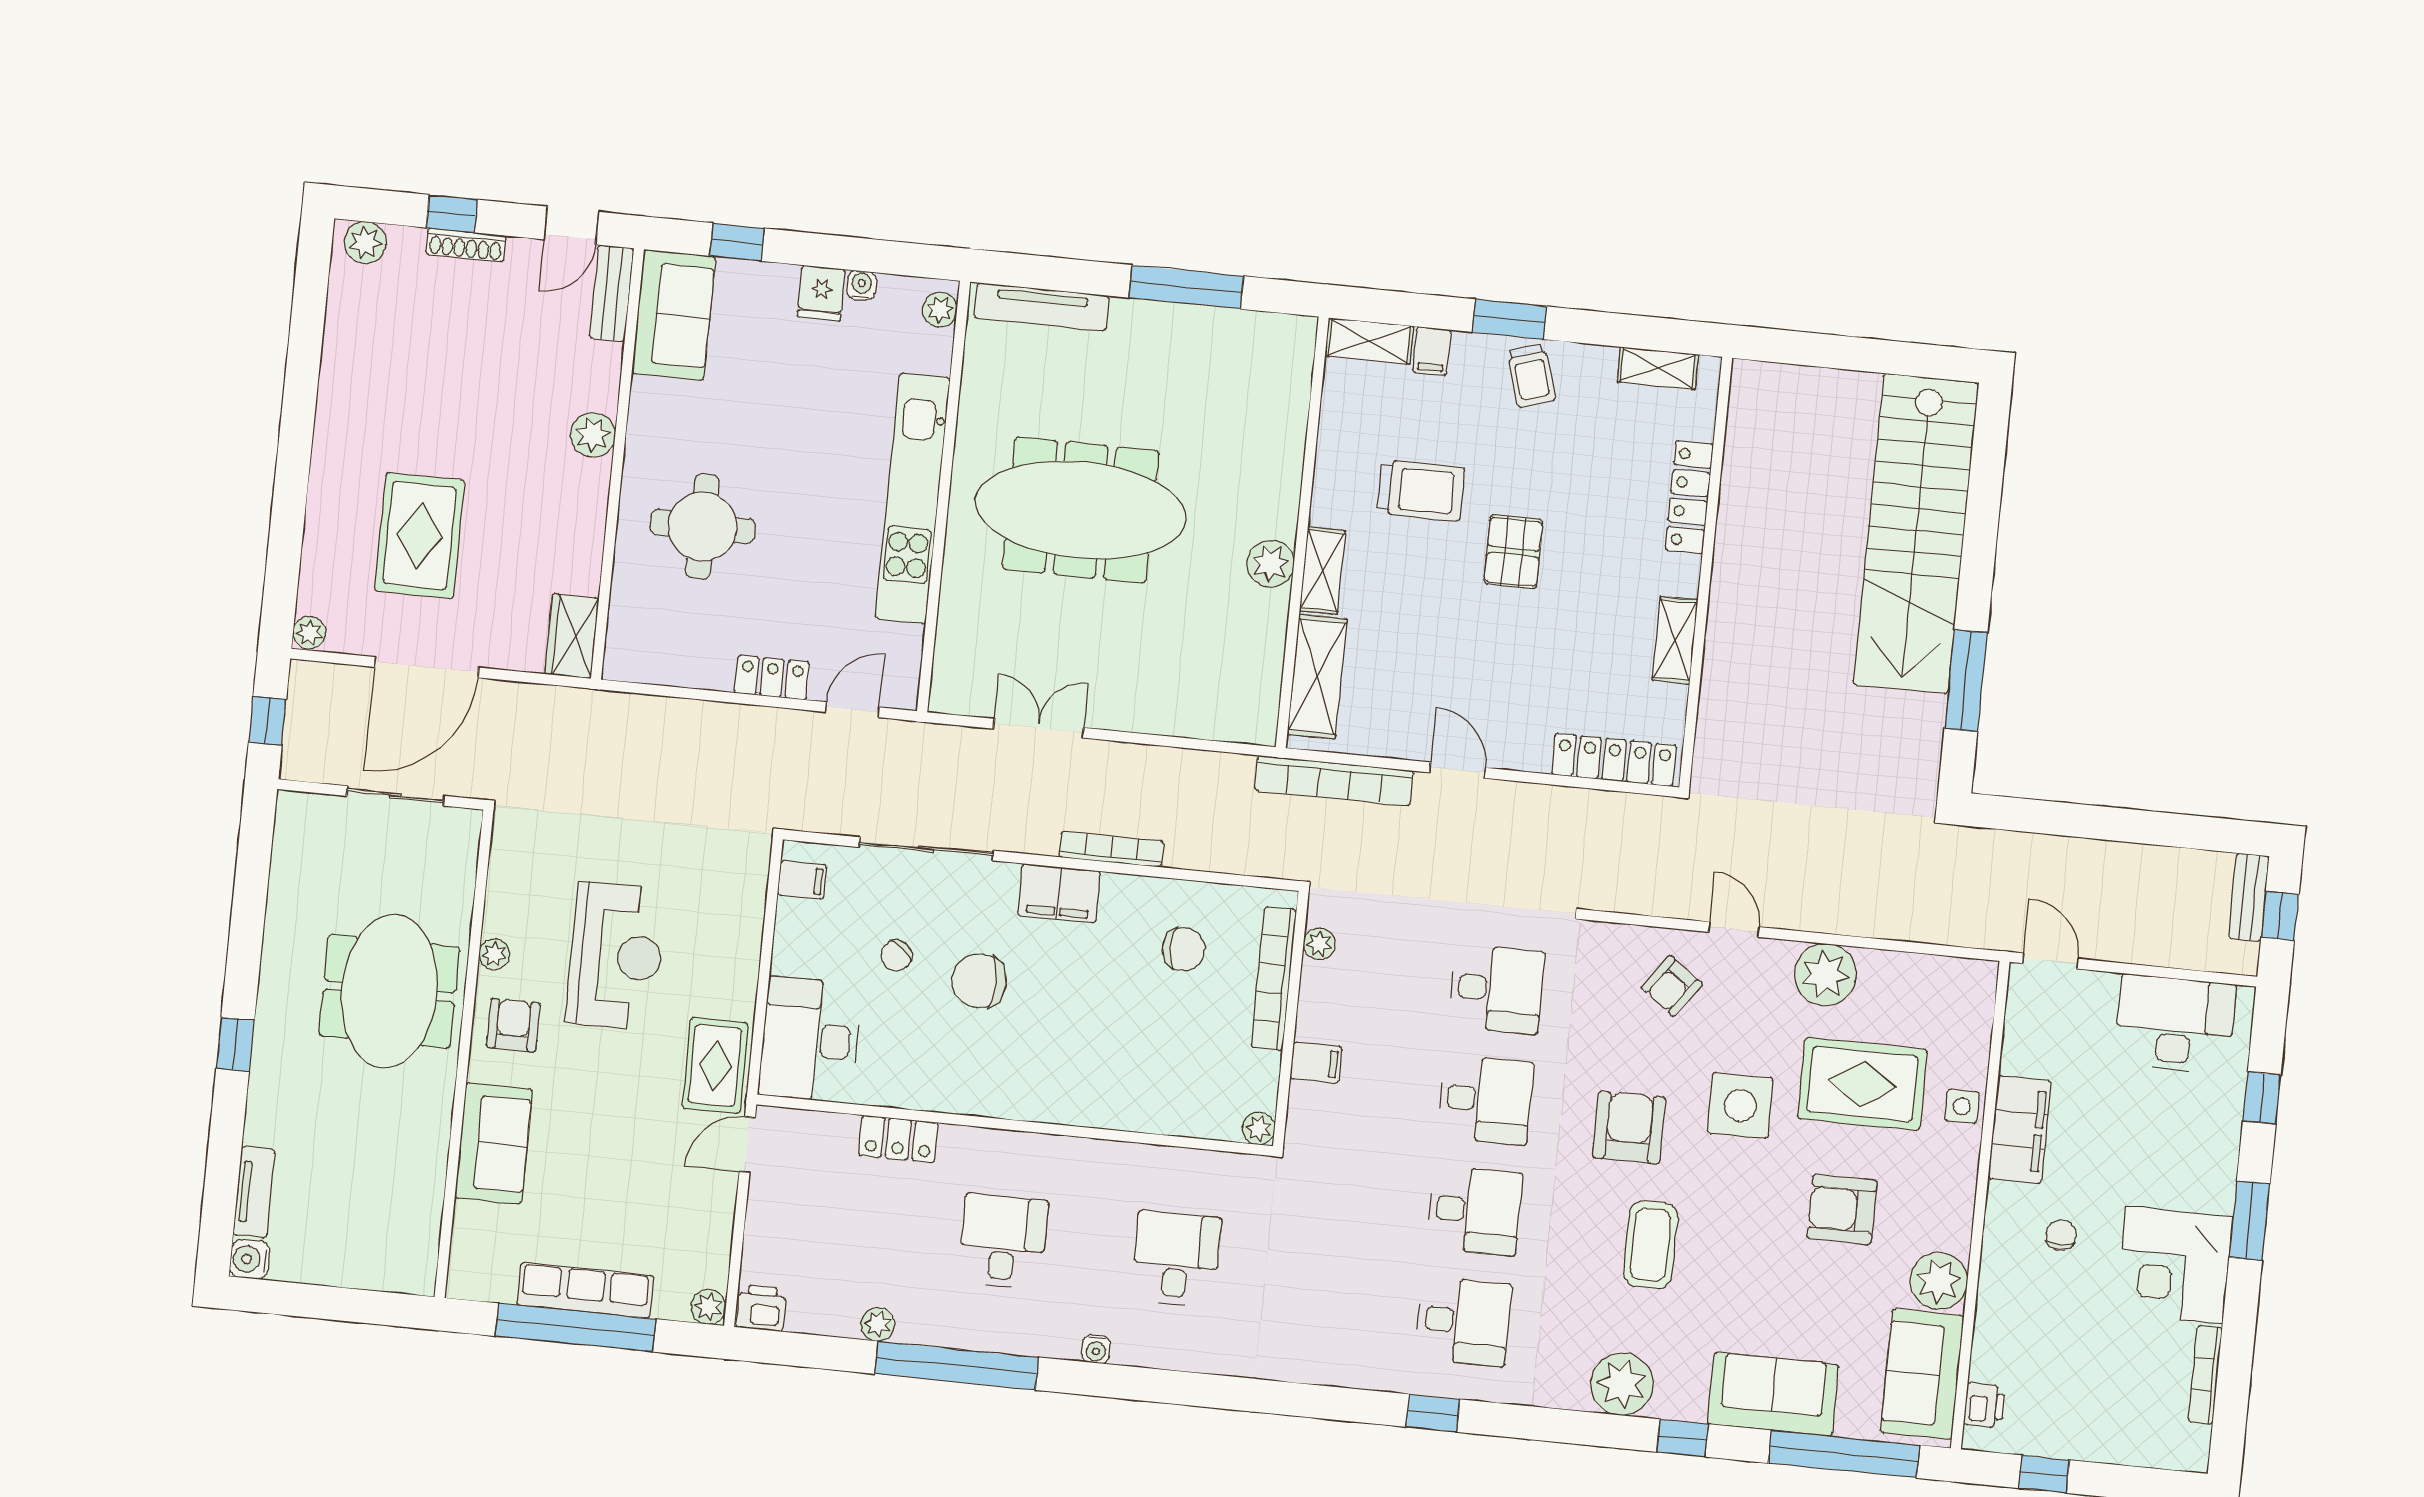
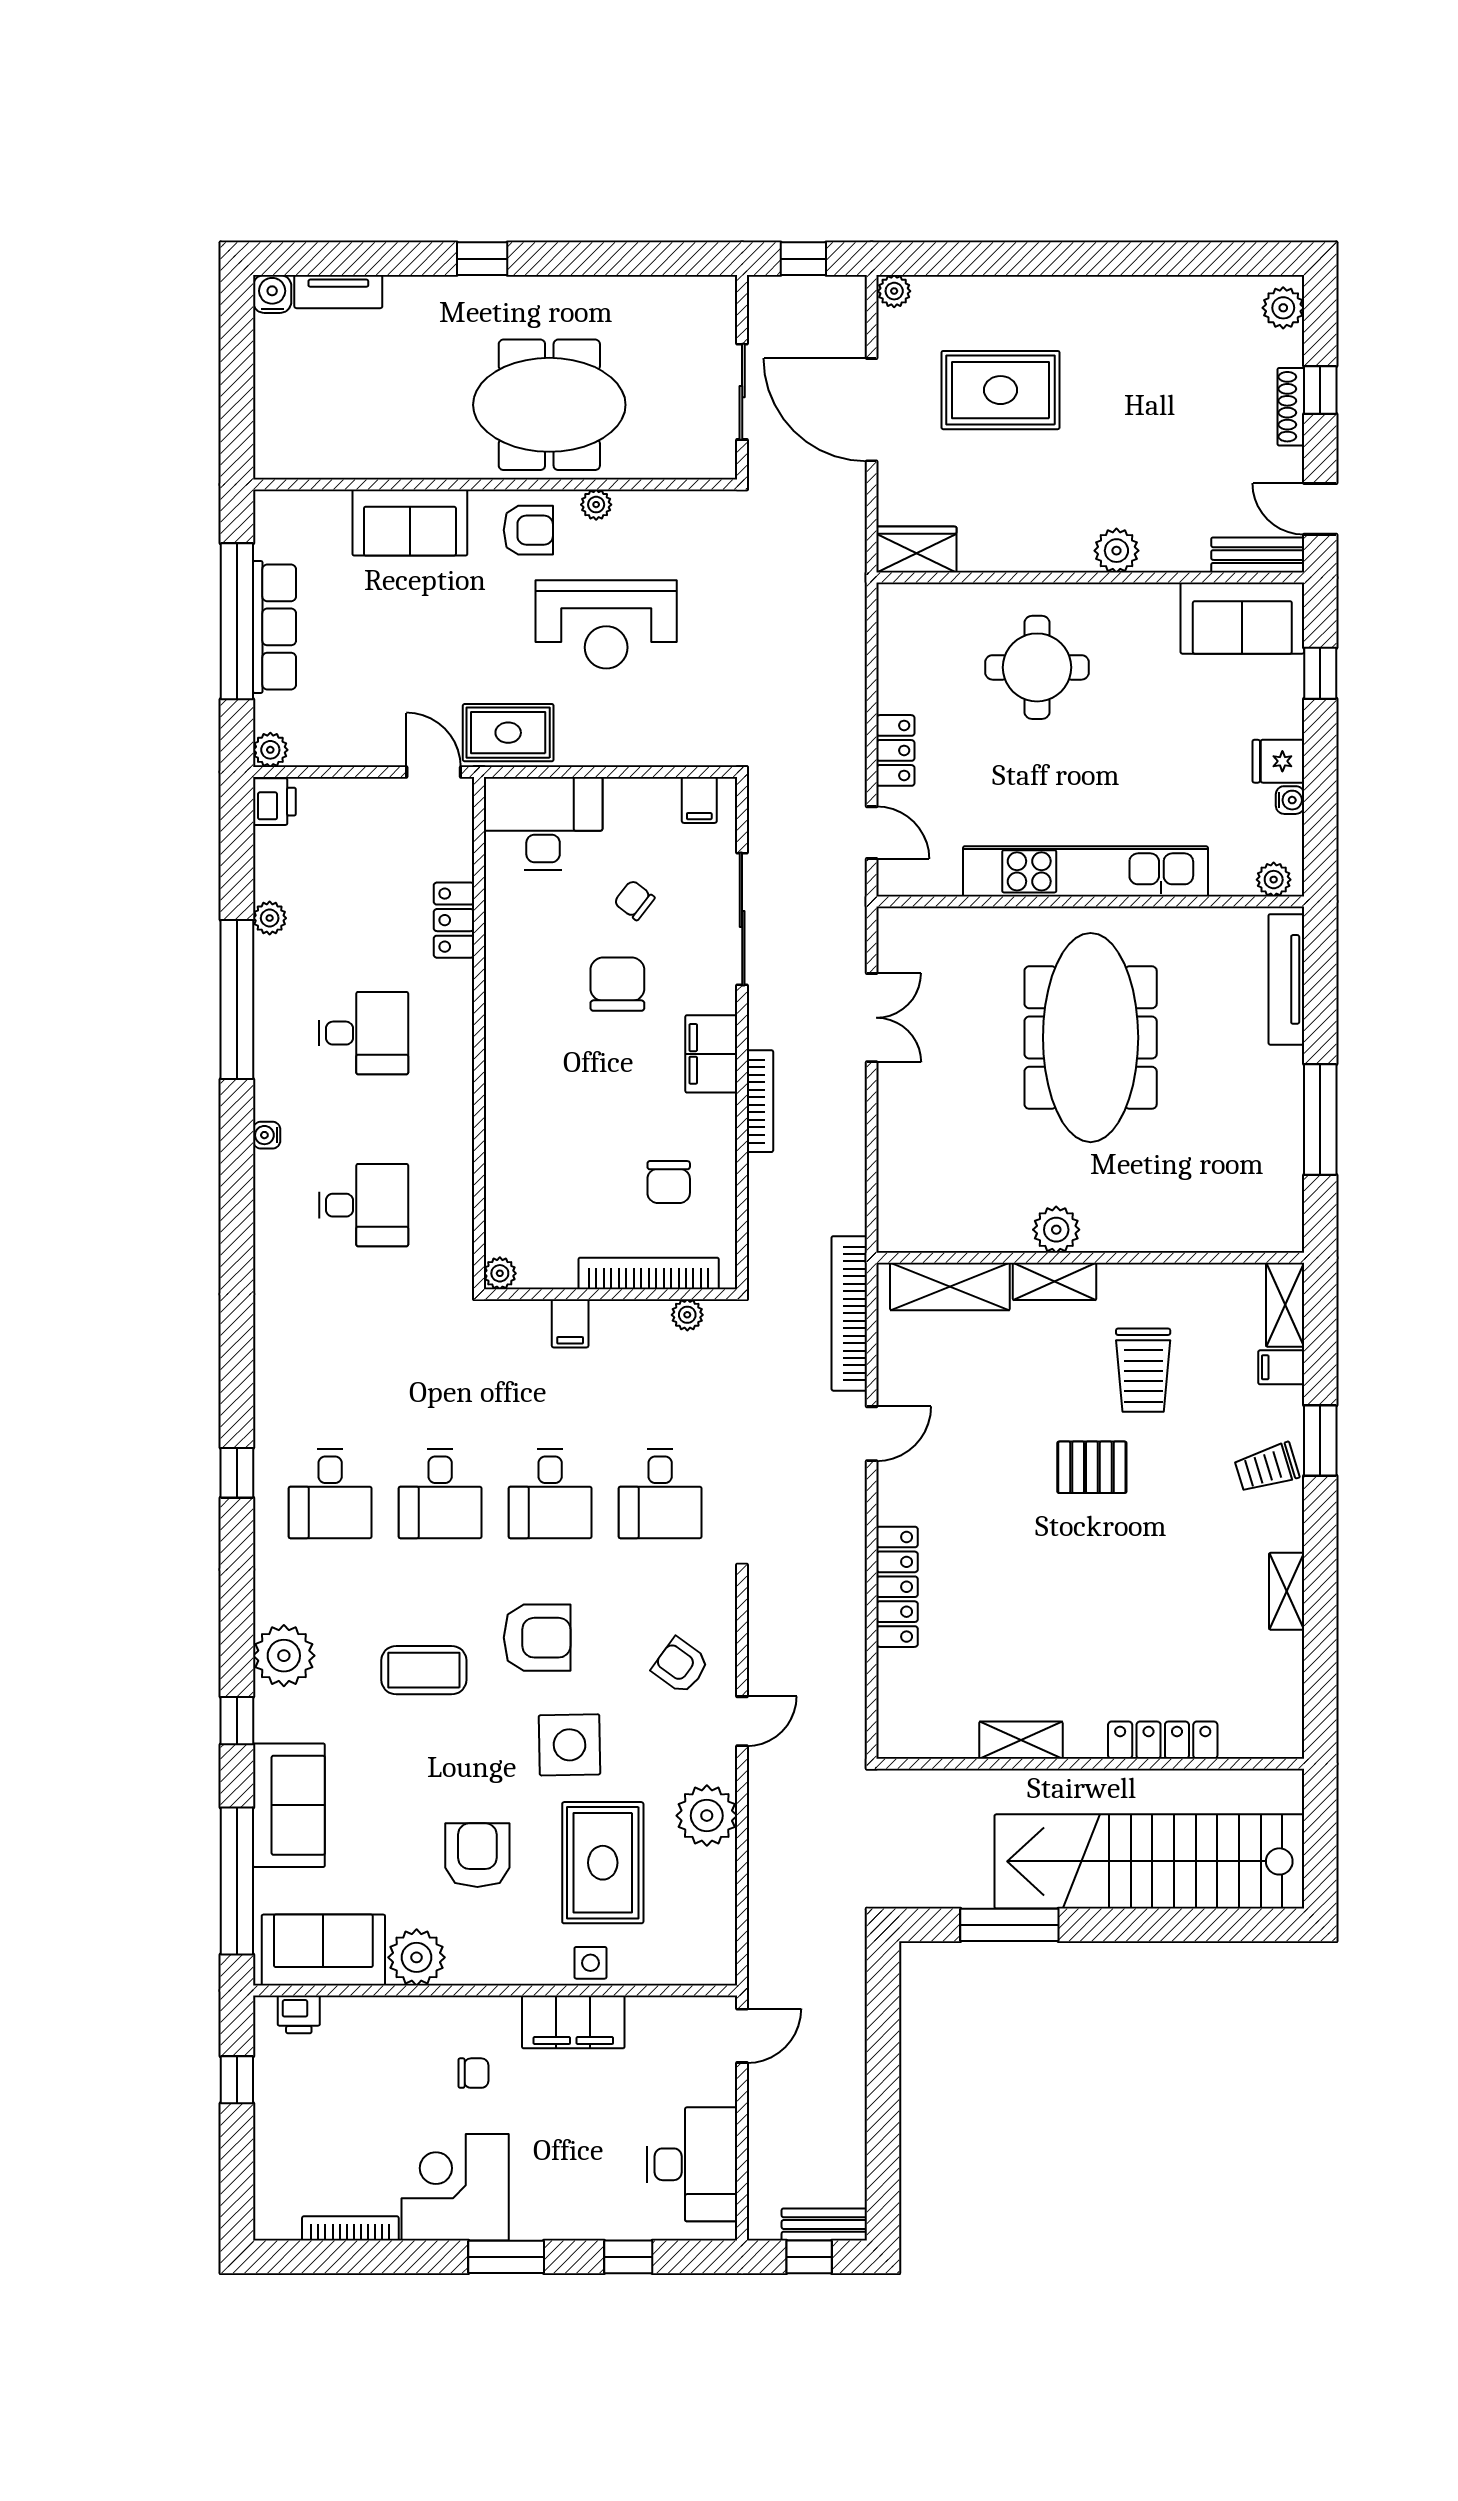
locker: (1689, 497) -> (1163, 1740), moved
wall: (1706, 573) -> (1090, 1764), moved
shelving: (1675, 640) -> (1021, 1740), moved

